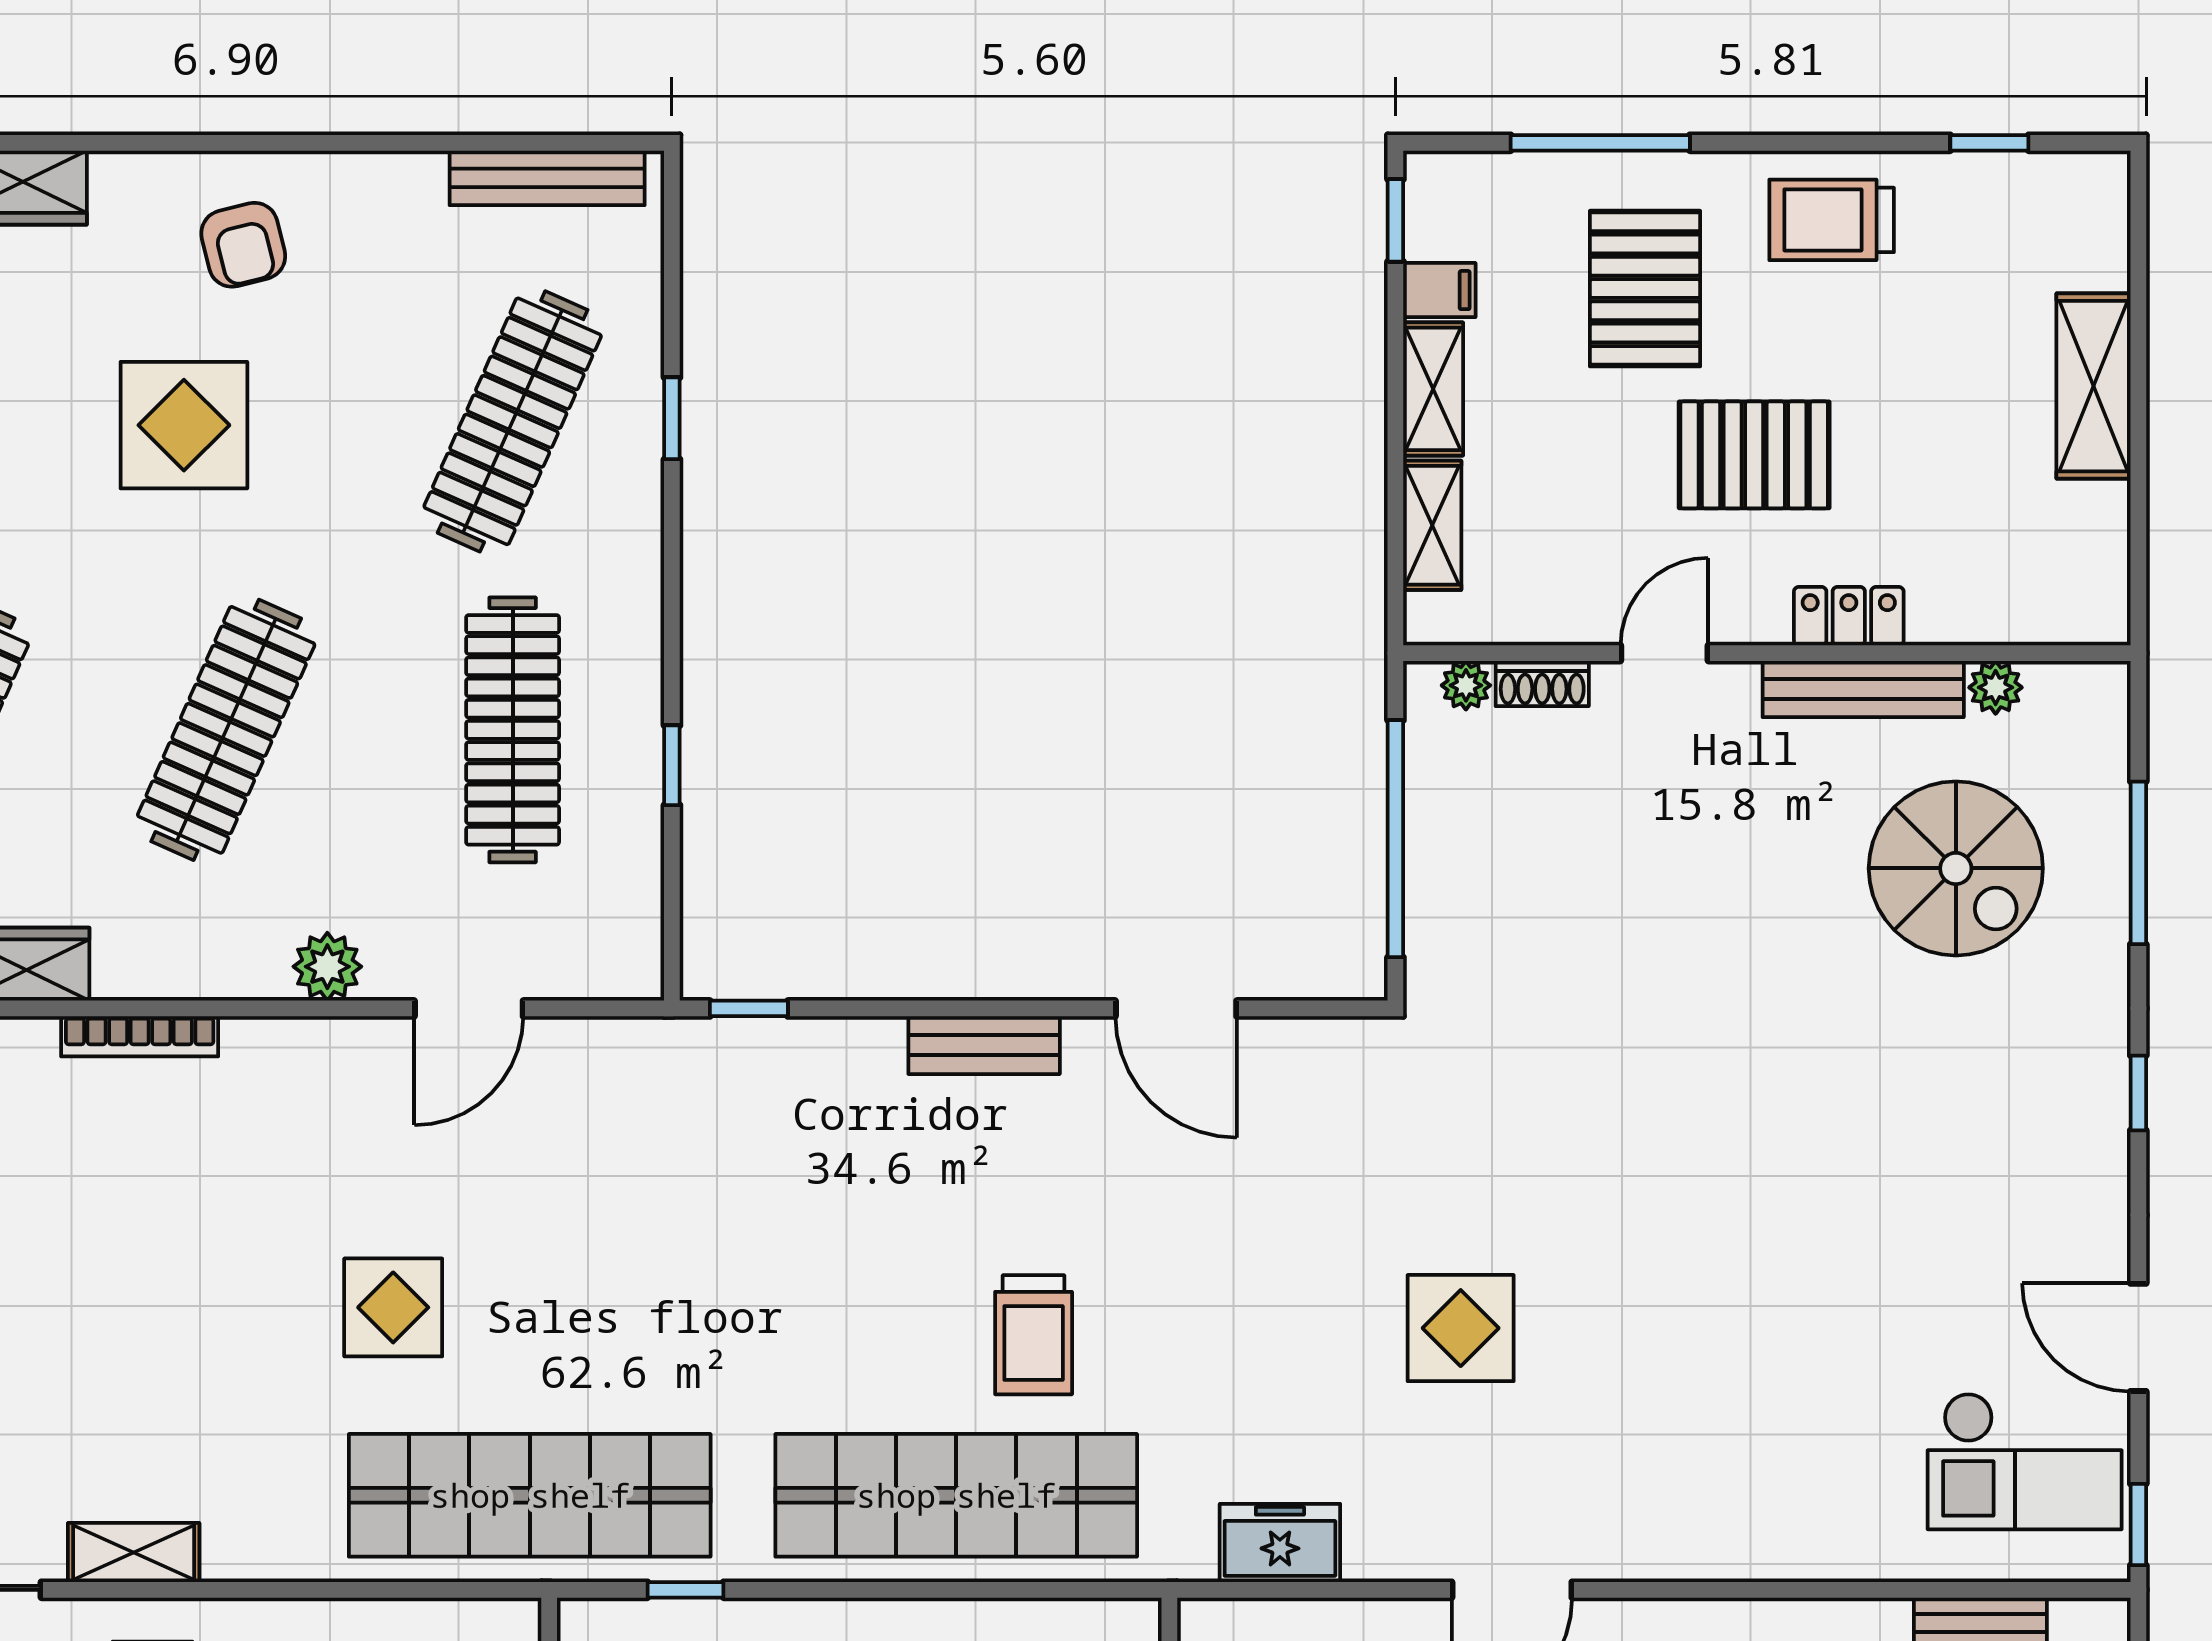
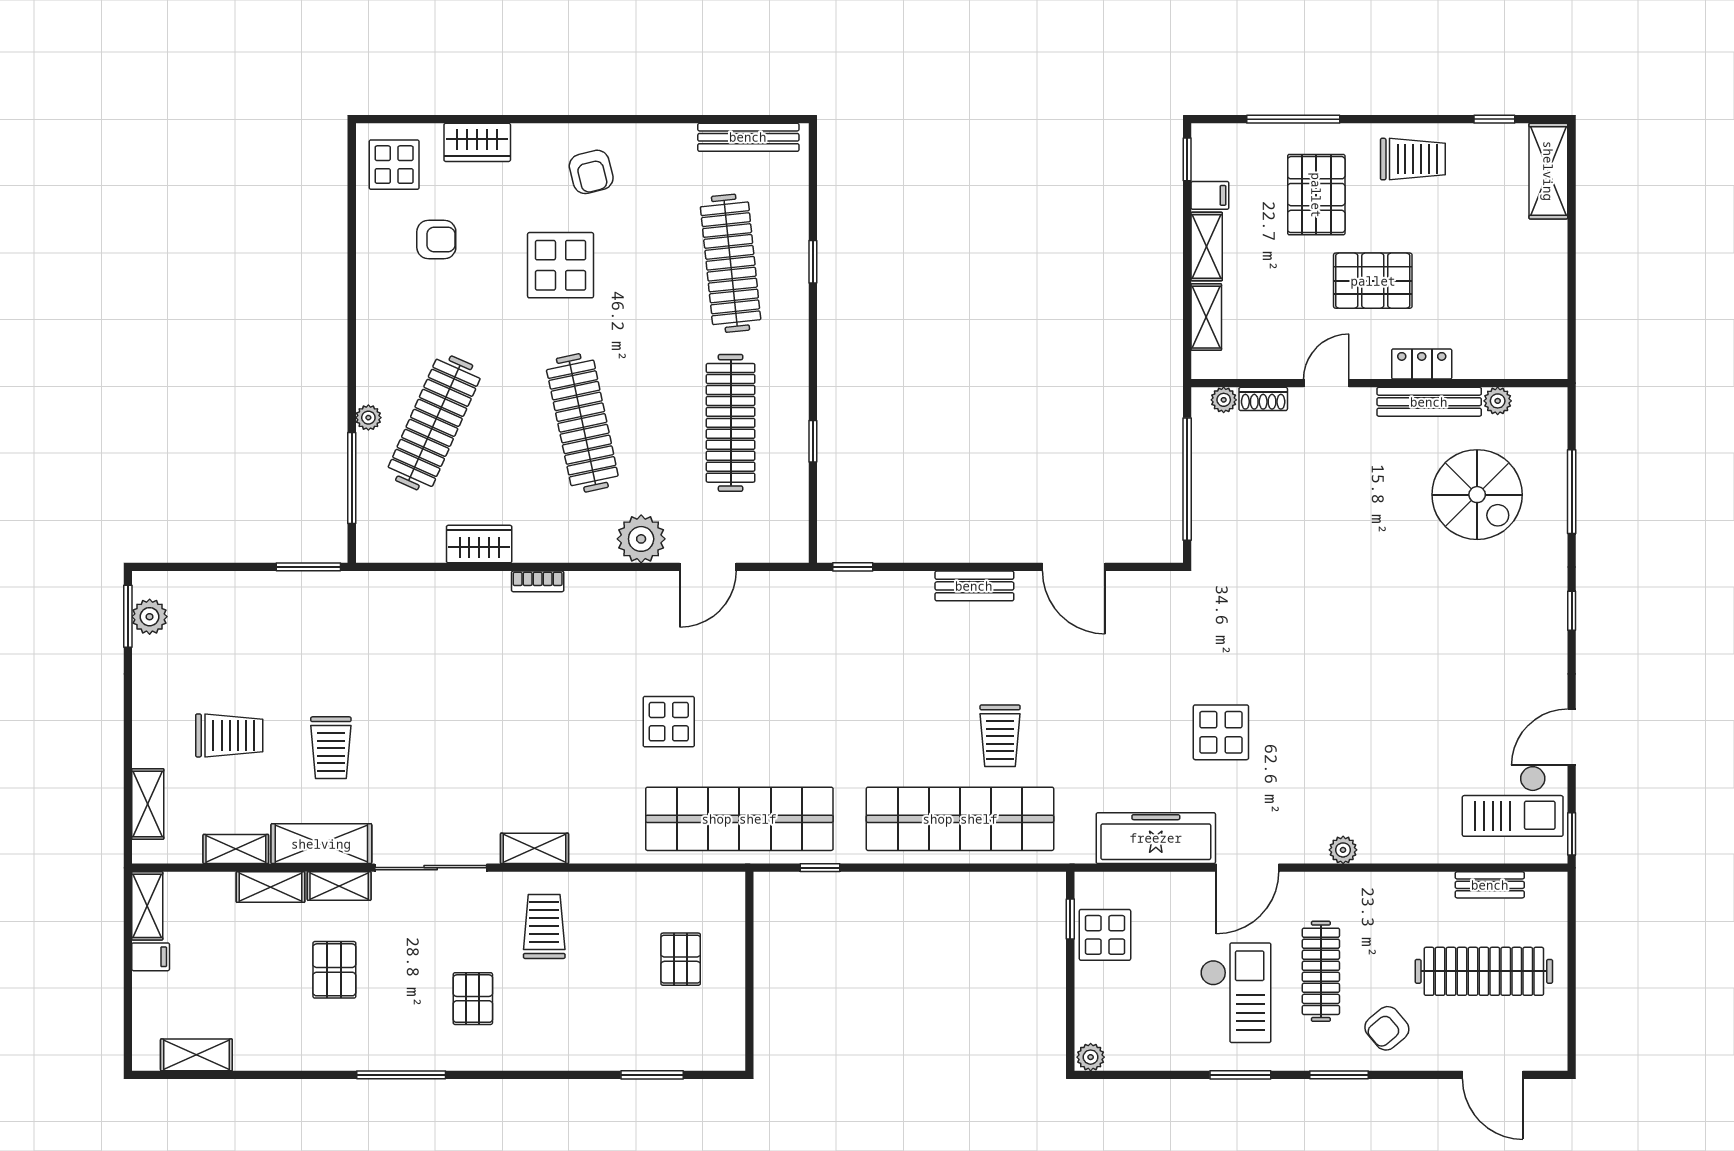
trolley: (1832, 220) -> (1413, 159), turned 180
shelving: (2094, 386) -> (1548, 171), moved
clothes rail: (513, 421) -> (731, 263), turned -30
clothes rail: (226, 730) -> (582, 423), turned -36
plant: (327, 967) -> (641, 539), width x1.36, depth x1.36
bookcase: (140, 1036) -> (538, 581), width x0.64
door: (2138, 1337) -> (1572, 737), hinge flipped
freezer: (1280, 1543) -> (1156, 838), width x1.91, depth x1.26
plant: (1697, 1555) -> (1343, 850), added

